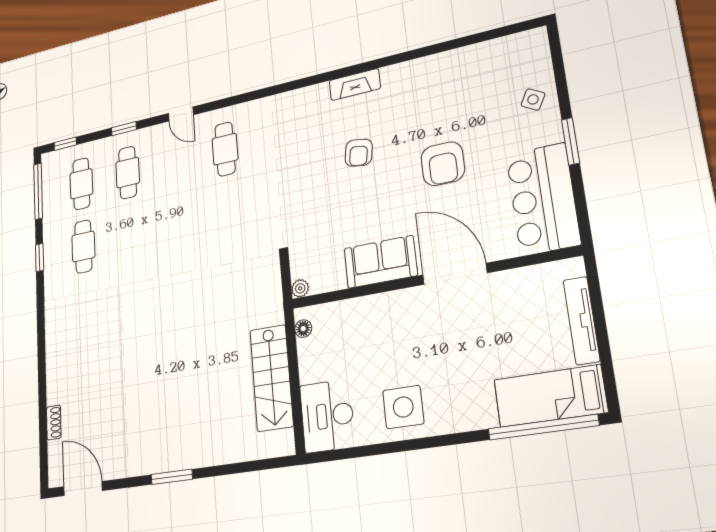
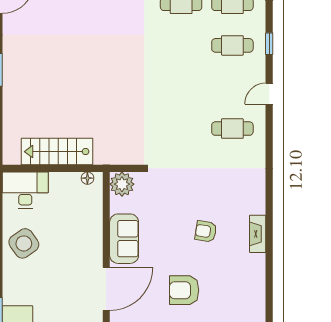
plant: (300, 288) -> (122, 184), width x1.88, depth x1.88
side table: (403, 407) -> (24, 243), turned -35

